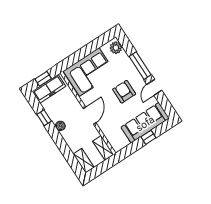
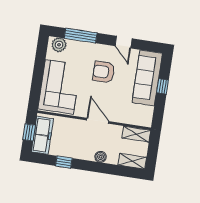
window: (140, 66) -> (81, 36), moved
boiler: (60, 126) -> (101, 157), moved

